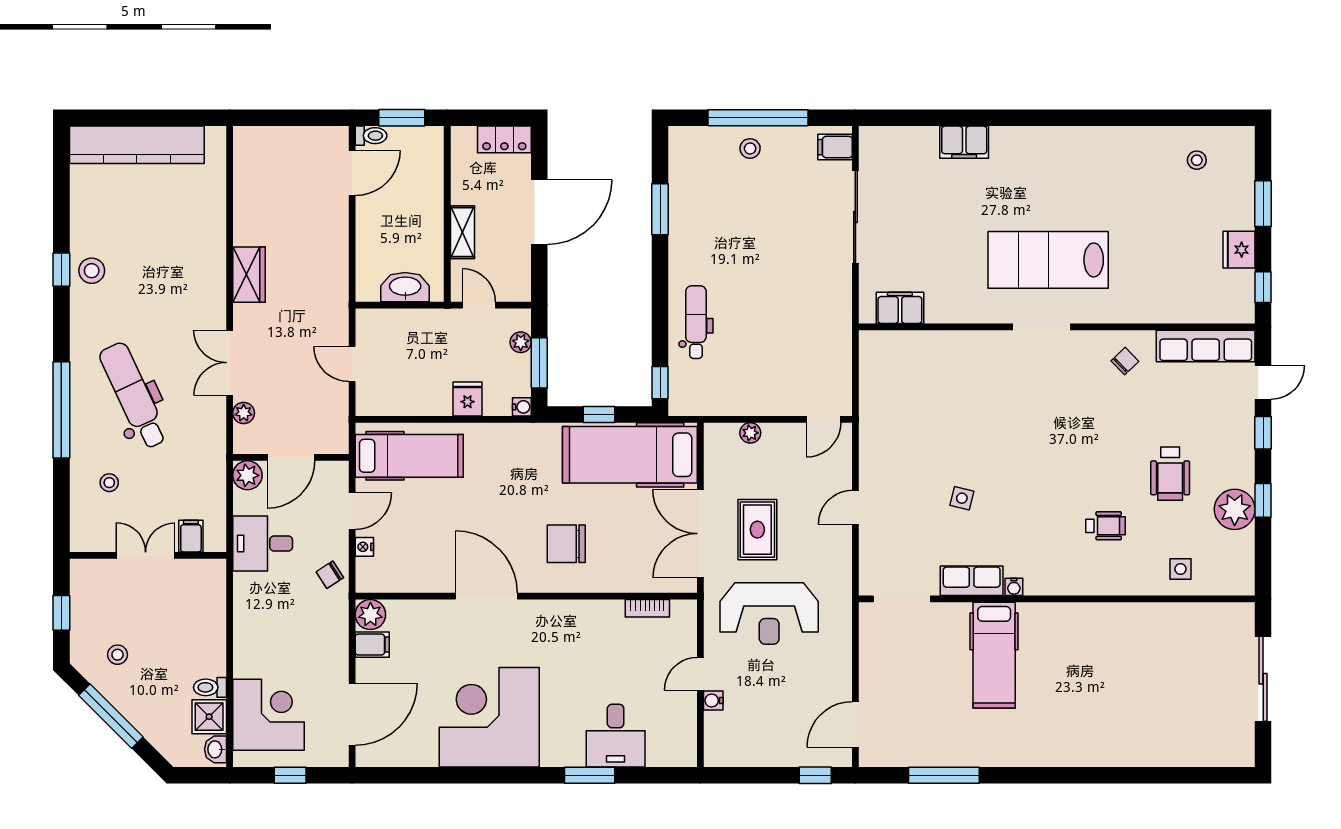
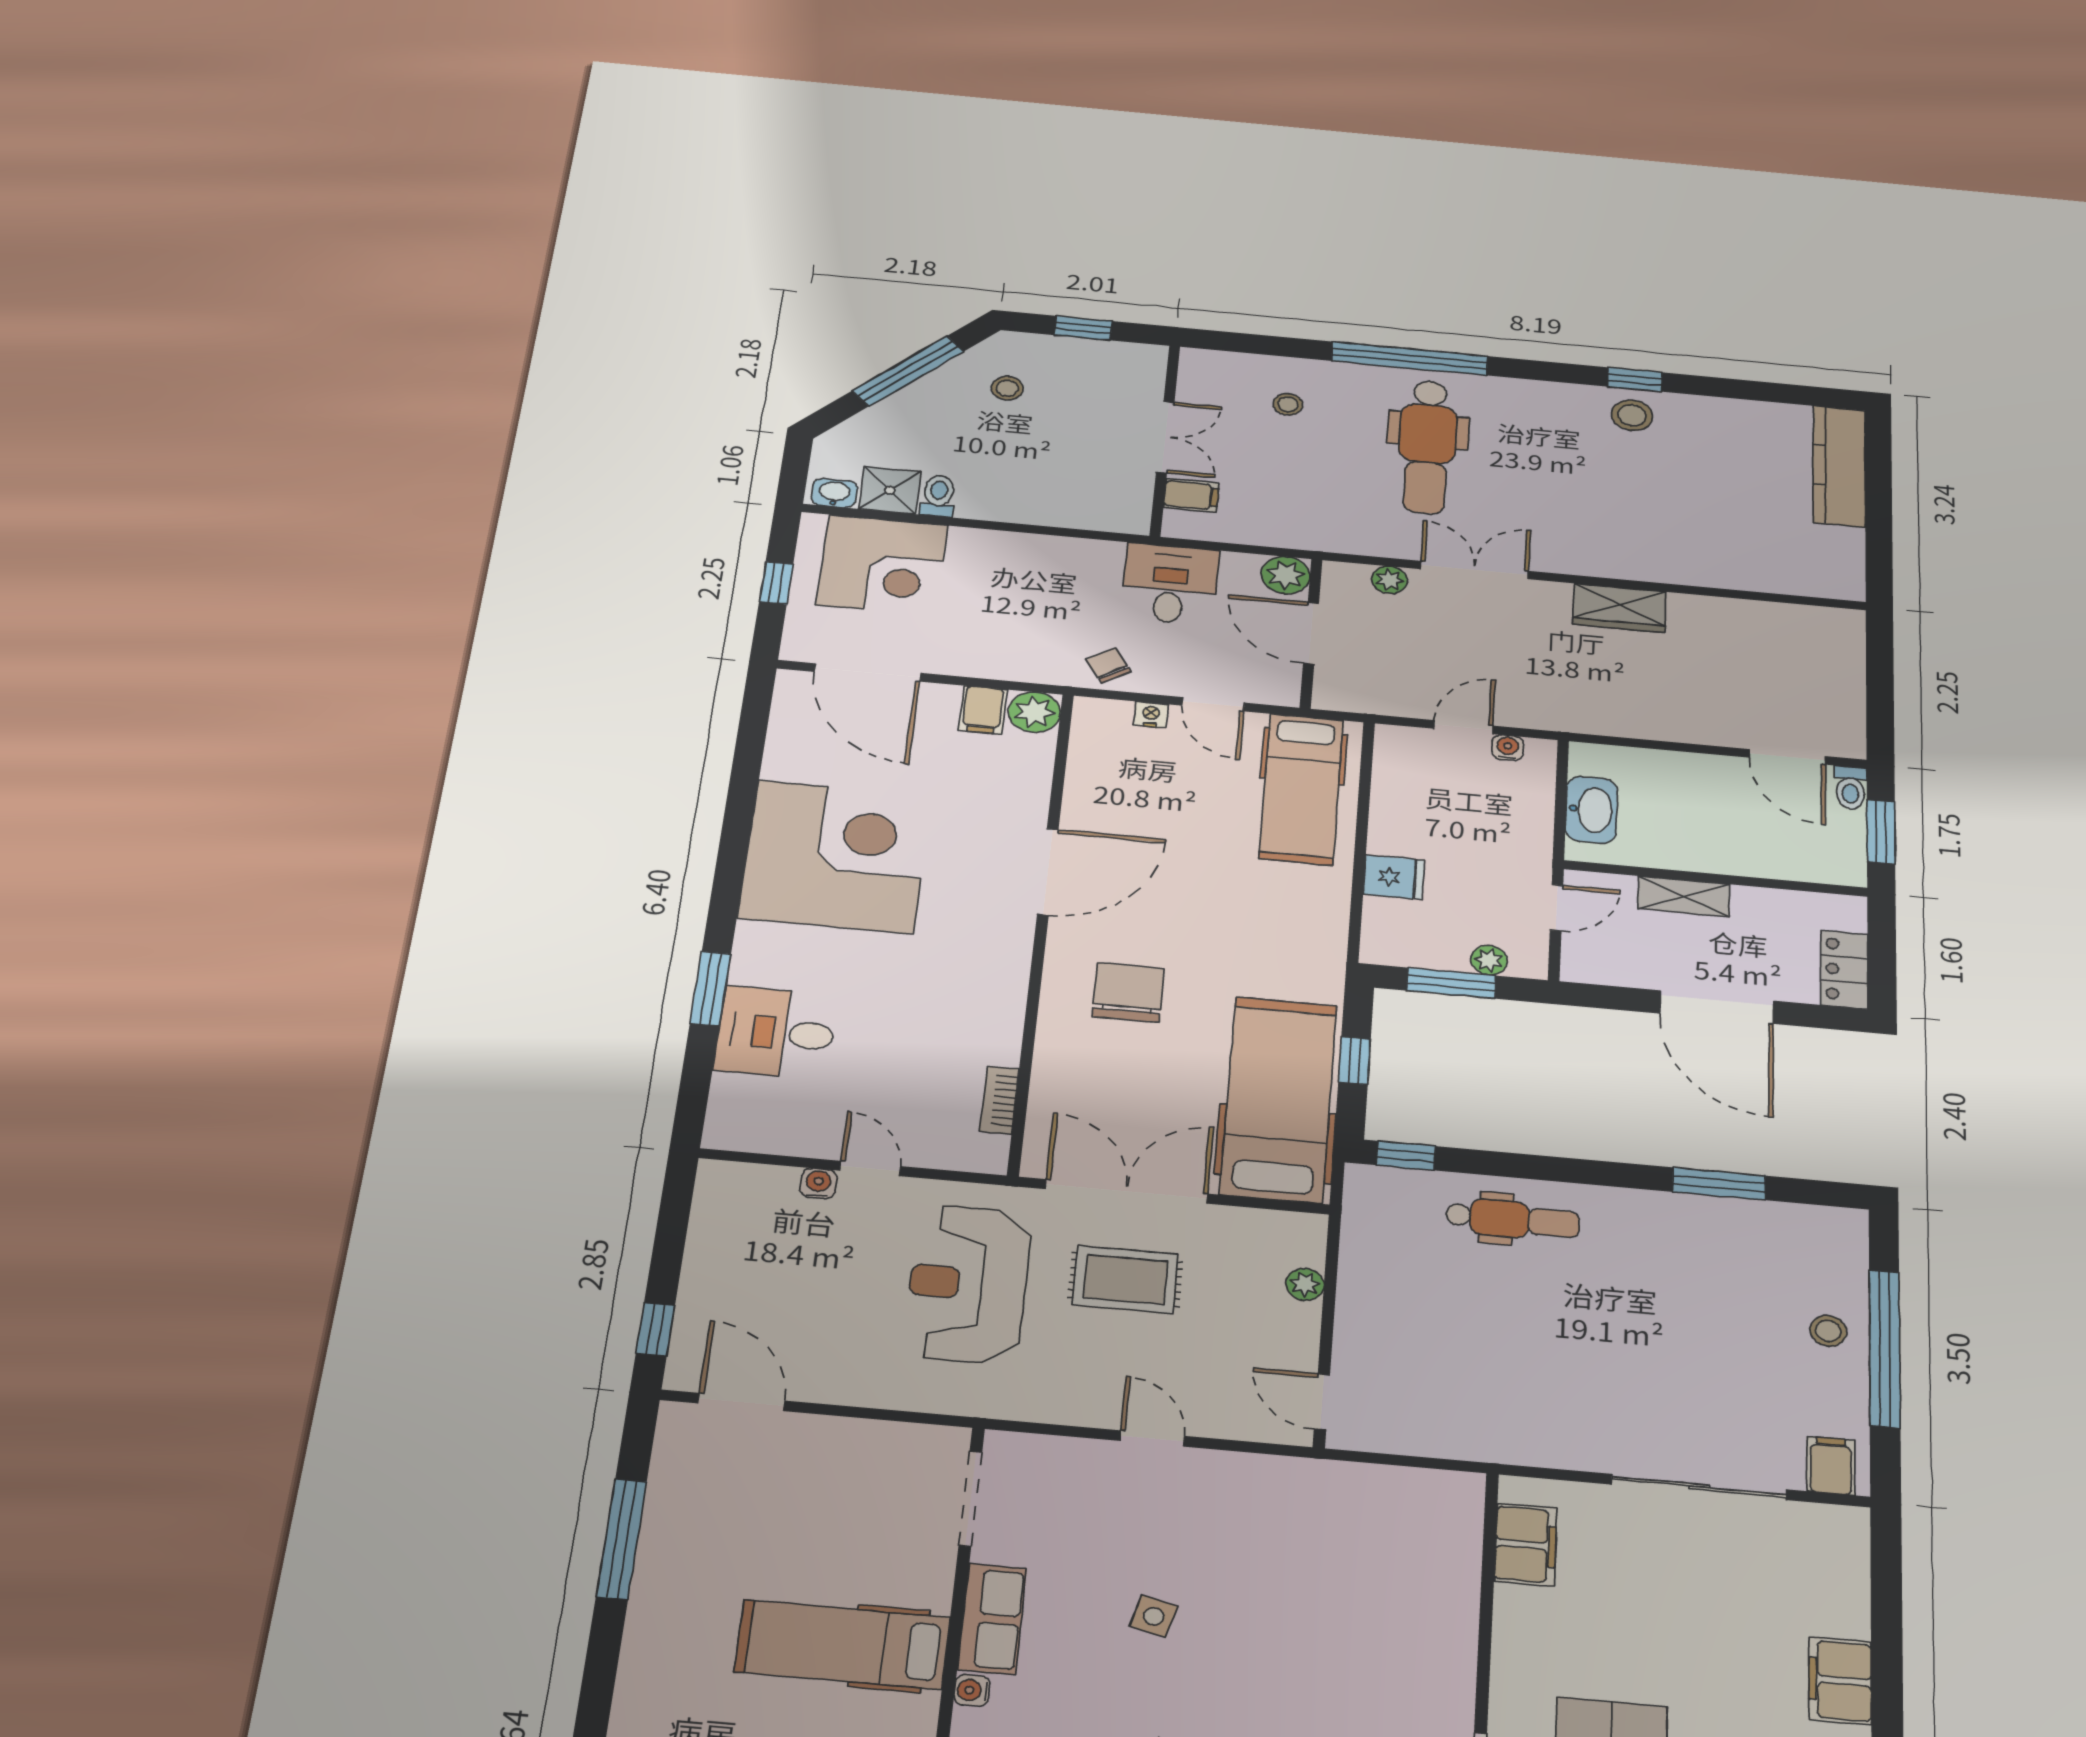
kitchen counter: (137, 145) -> (1839, 466), width x0.72, depth x0.86
dental chair: (134, 396) -> (1427, 447), turned 115
water cooler: (522, 407) -> (1508, 748), moved, turned 180

